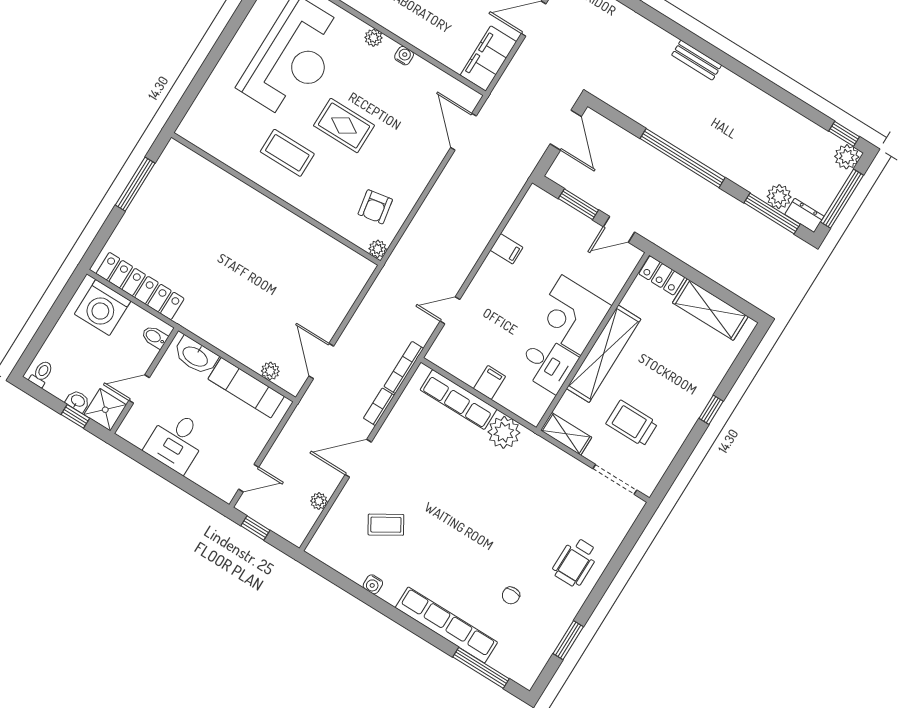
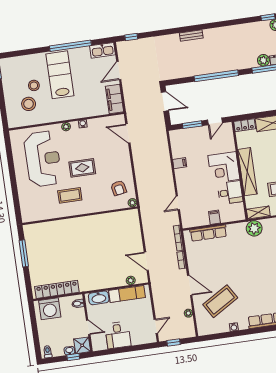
door: (139, 389) -> (88, 327), swing flipped
plant: (504, 432) -> (254, 228), moved
door: (358, 458) -> (190, 285), swing flipped
coffee table: (386, 525) -> (220, 301), width x1.86, depth x1.72

